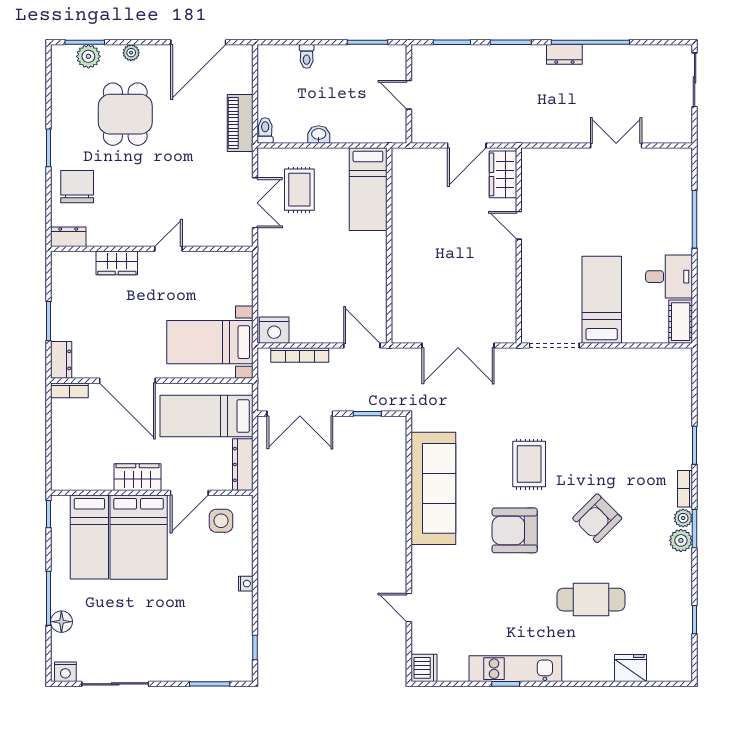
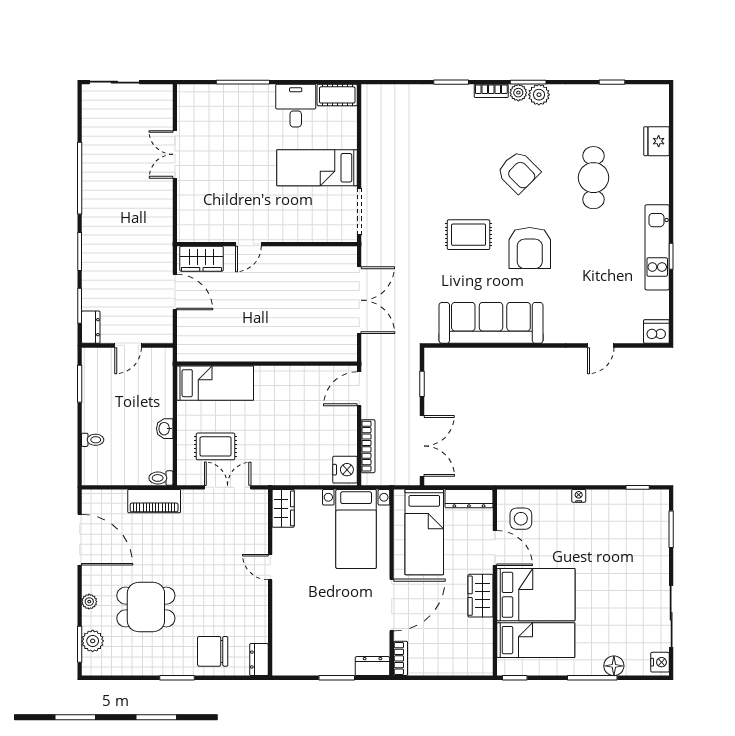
dresser: (564, 54) -> (91, 327), moved
wardrobe: (117, 263) -> (283, 508), moved

